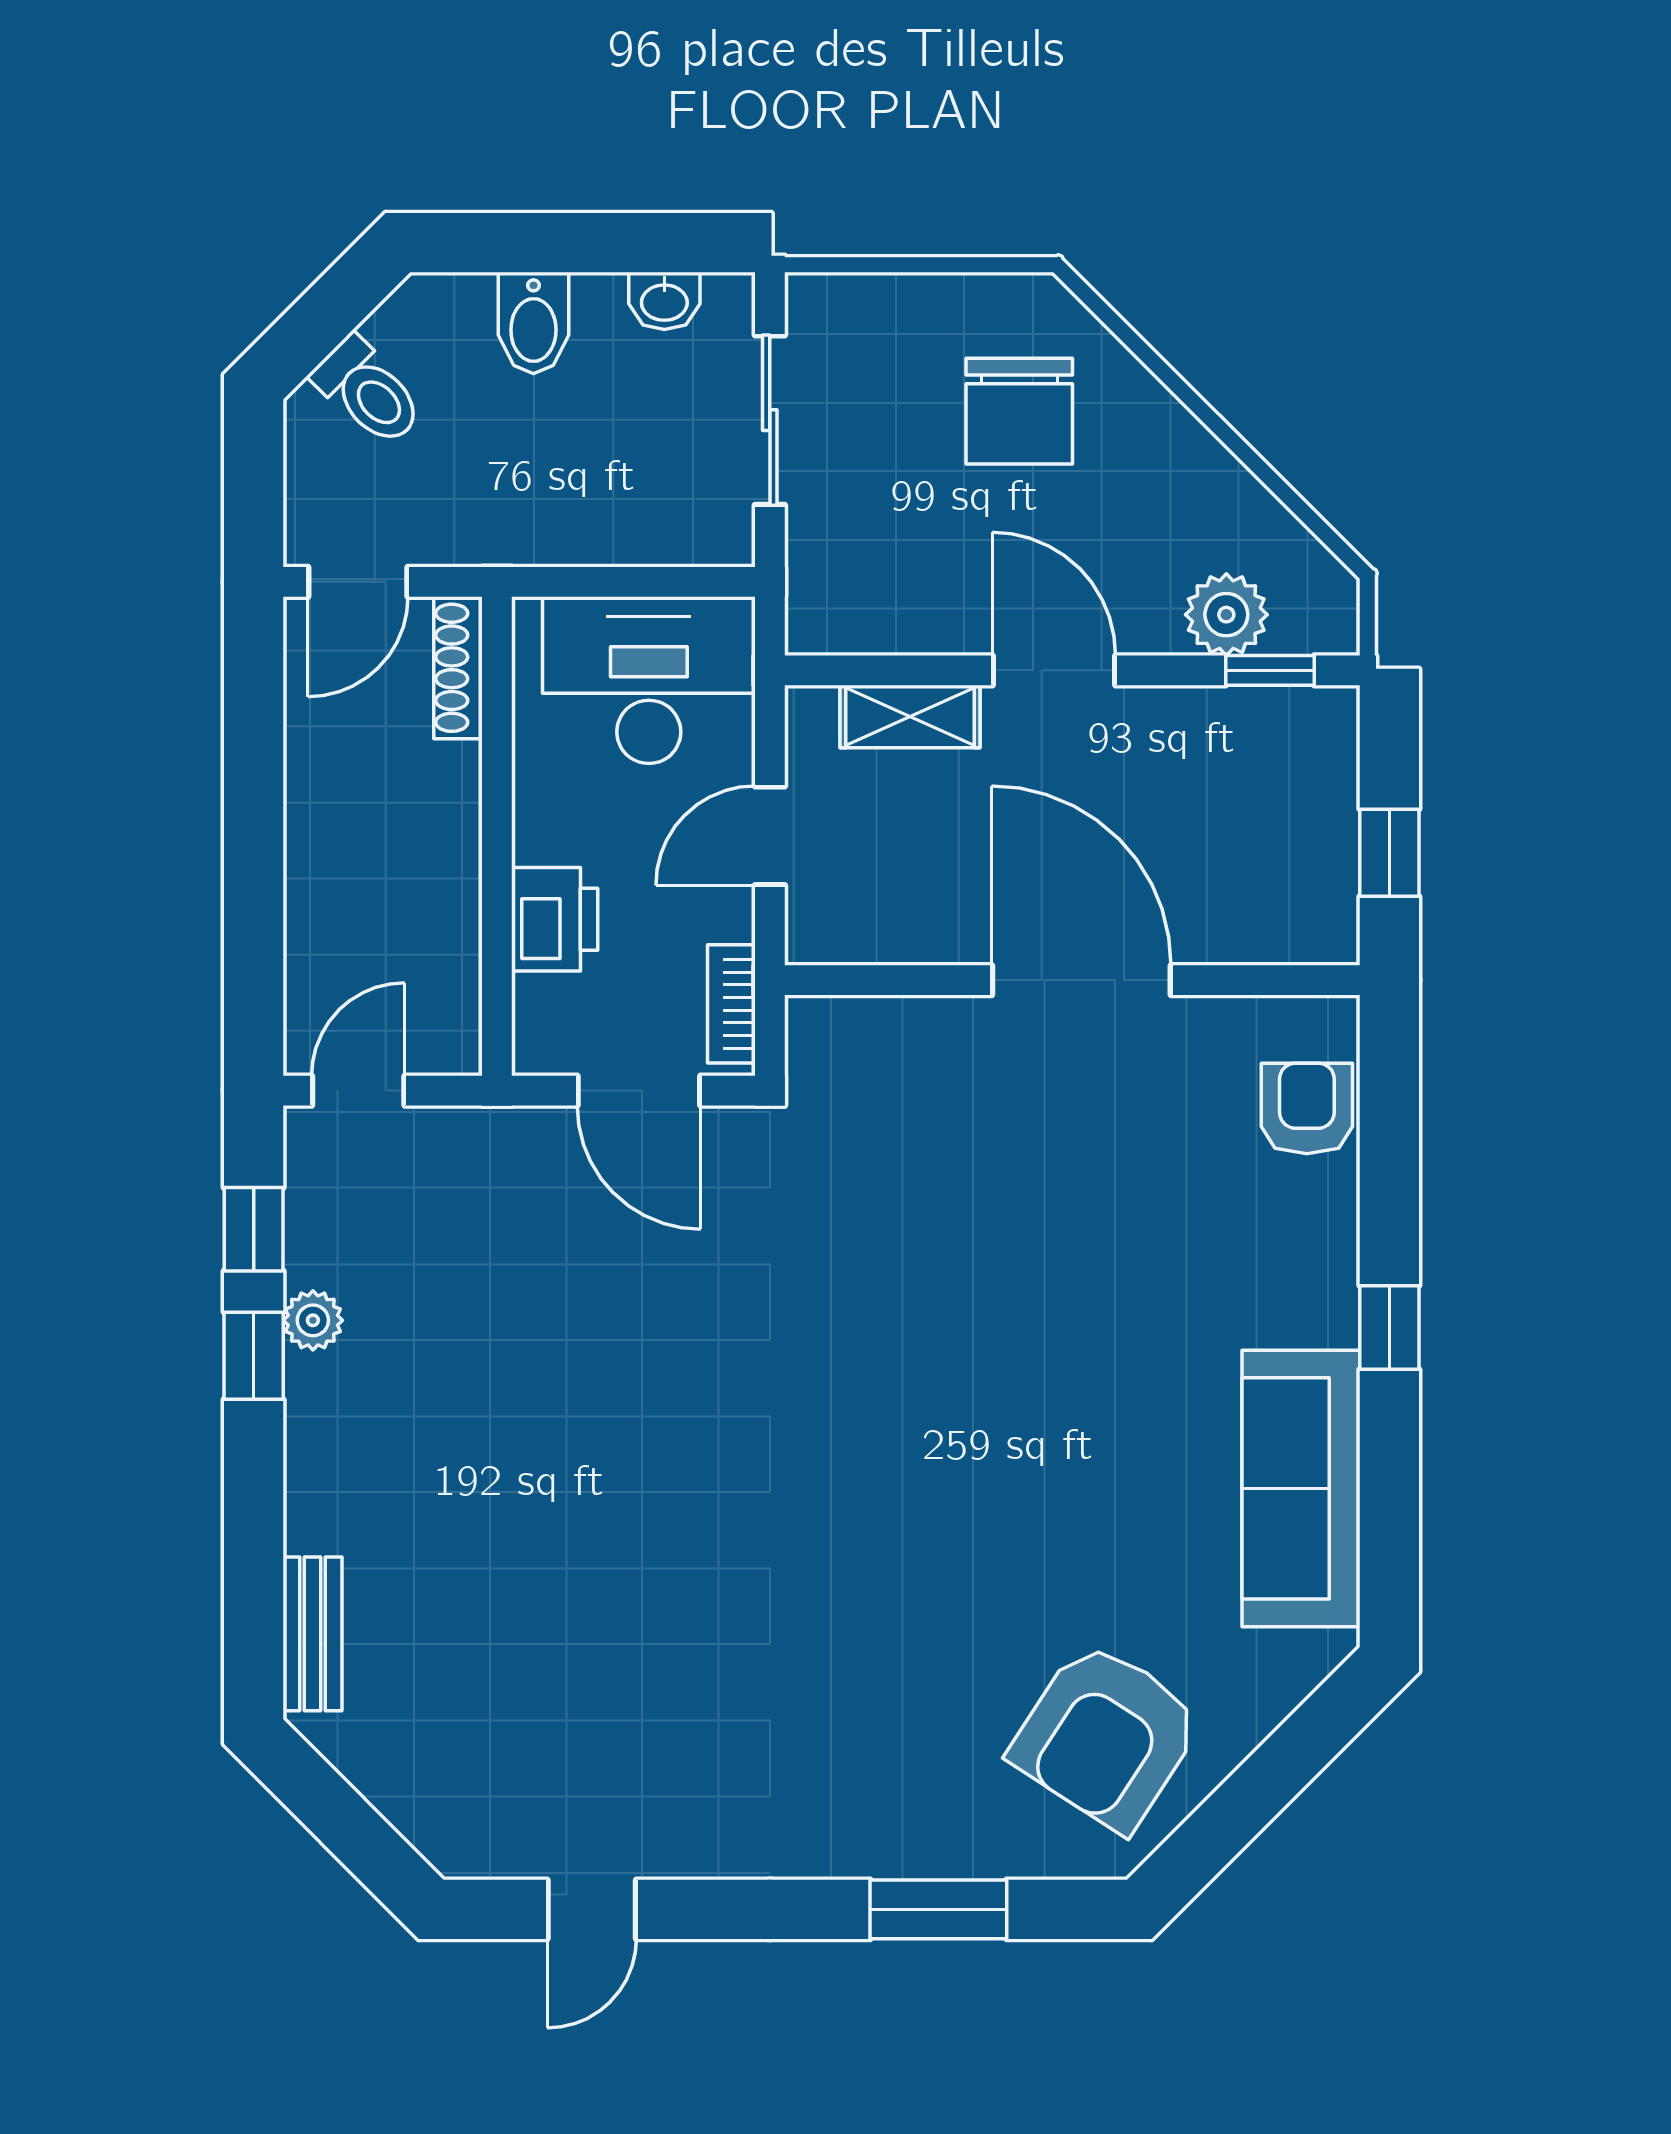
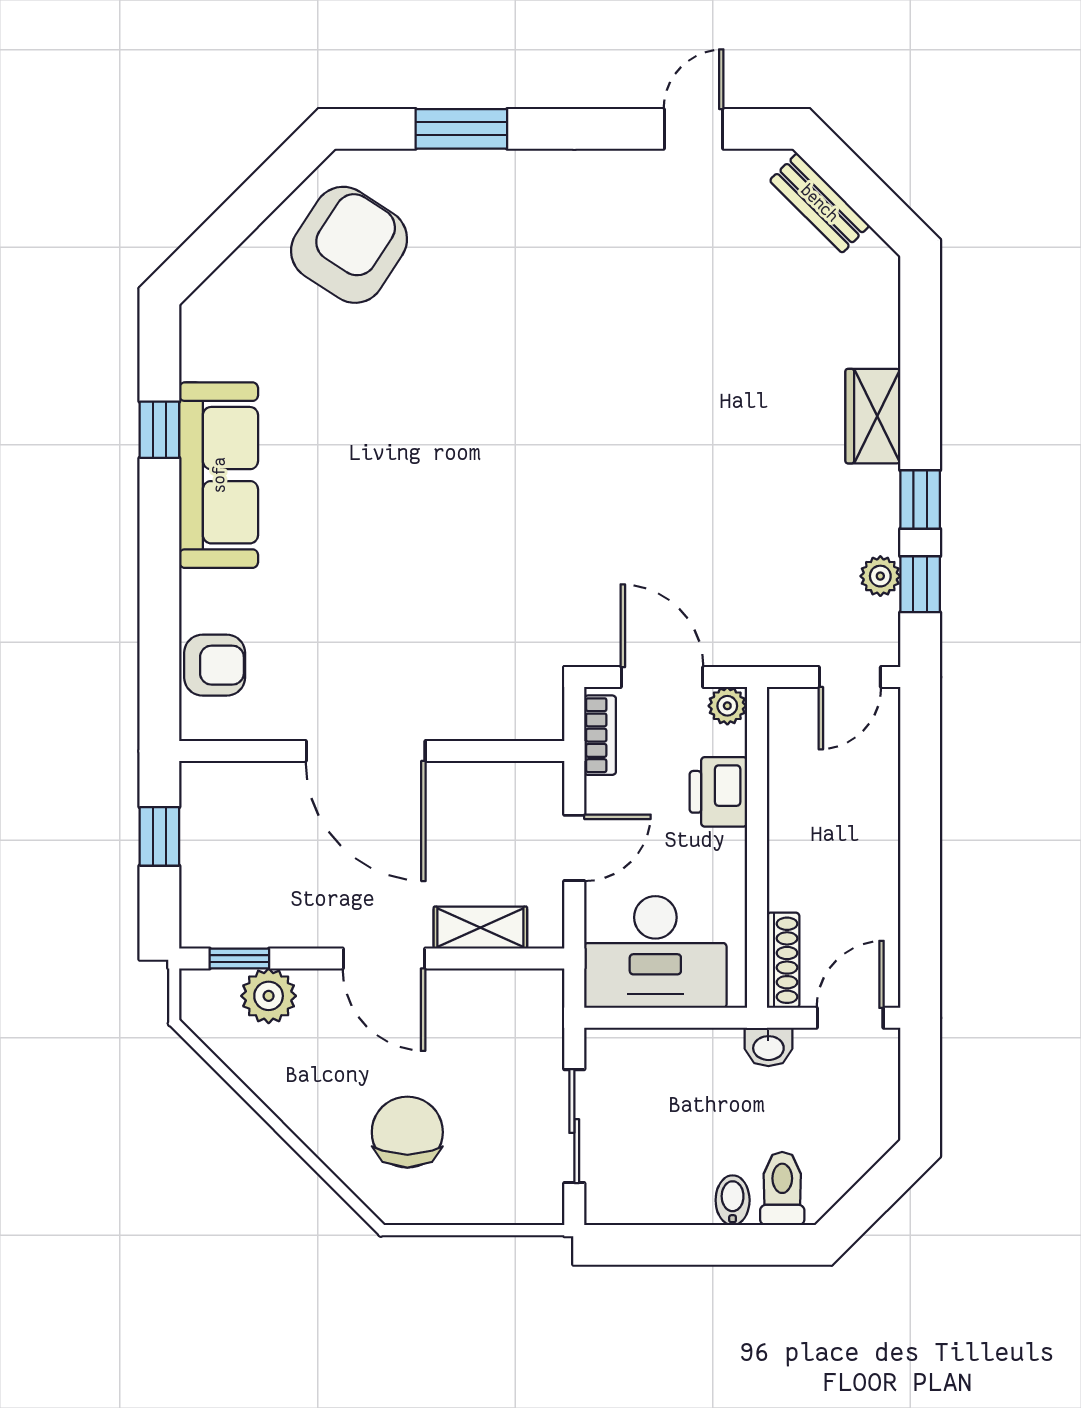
washbasin: (664, 301) -> (768, 1047), moved, turned 180
bidet: (533, 323) -> (733, 1200), width x0.72, depth x0.74
toilet: (368, 391) -> (782, 1189), moved, turned 45
plant: (541, 1048) -> (727, 706), added
armchair: (1307, 1108) -> (215, 665), turned -90
plant: (313, 1320) -> (880, 576), moved
window: (1389, 1328) -> (159, 430), moved
wardrobe: (324, 1480) -> (873, 416), added
sofa: (1301, 1488) -> (219, 475), moved
bench: (312, 1634) -> (820, 203), moved, turned -45

